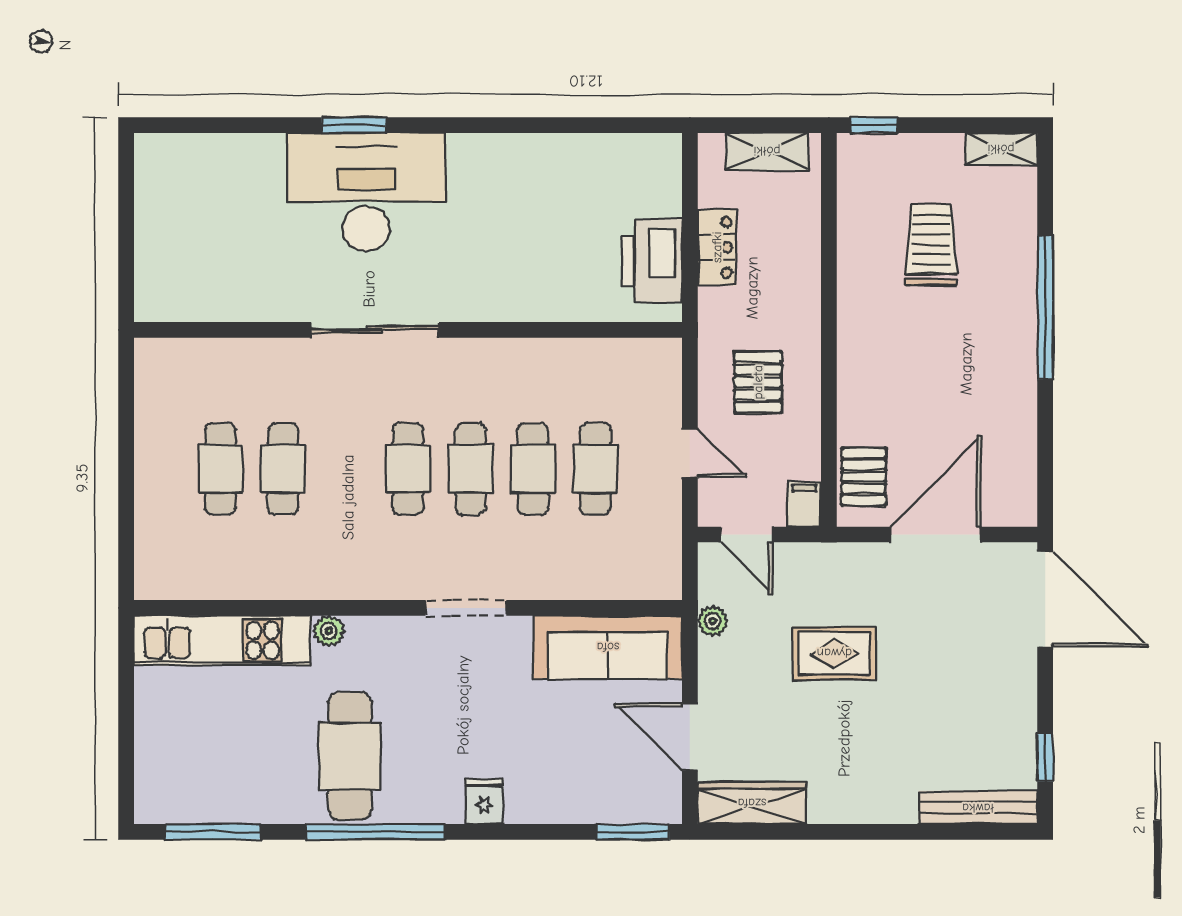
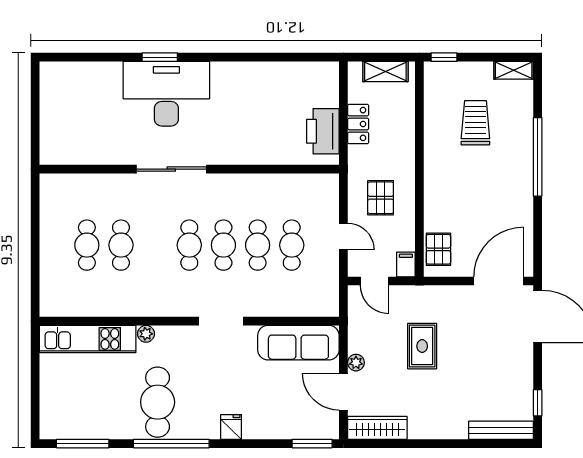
door: (935, 534) -> (499, 281), moved
plant: (713, 621) -> (356, 363), moved
rug: (834, 653) -> (422, 346), turned 90

